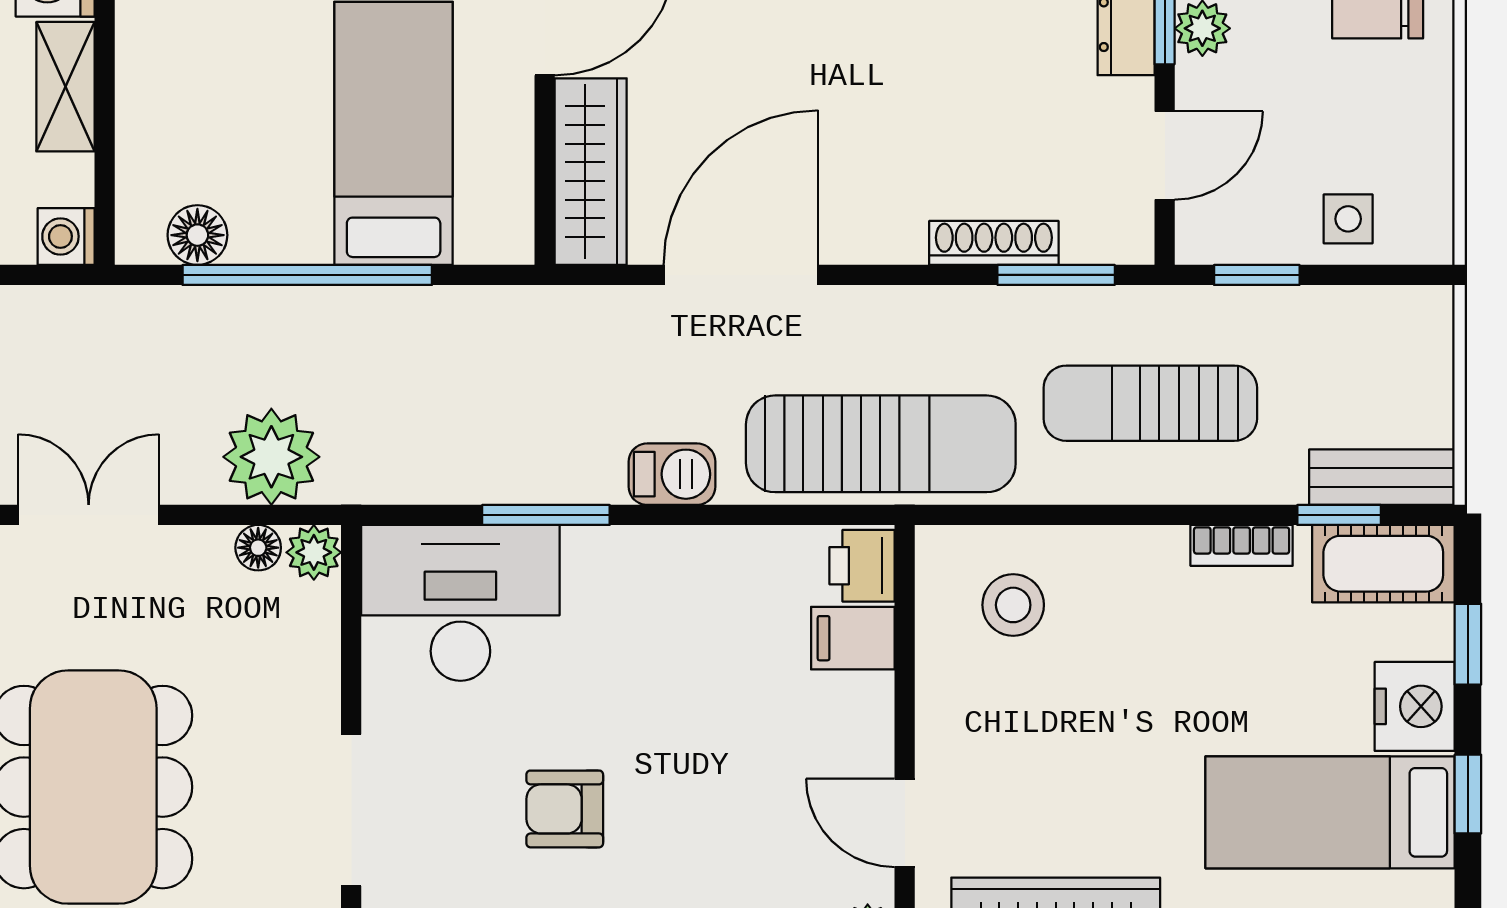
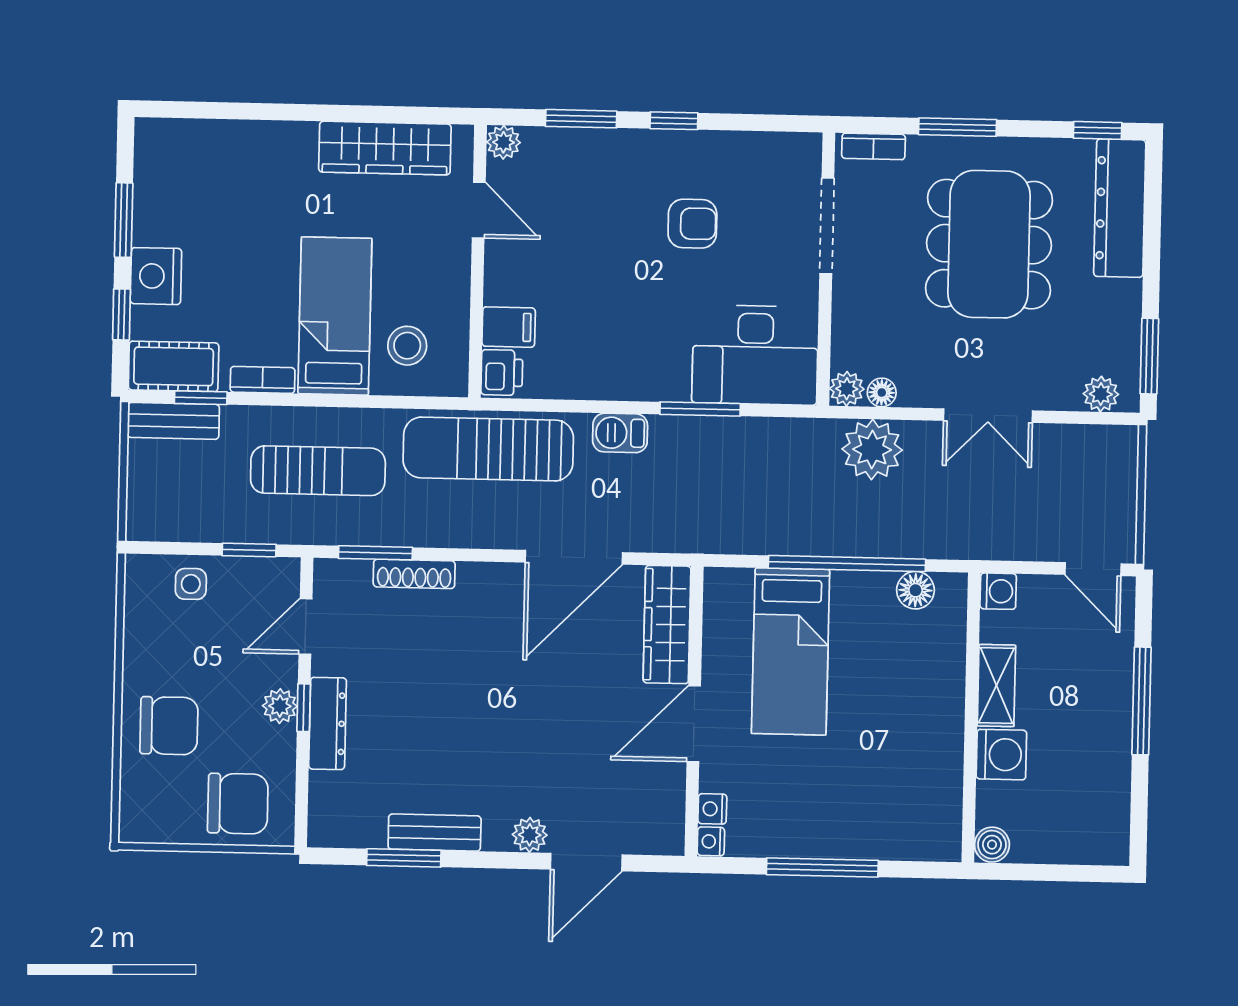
window: (1468, 794) -> (124, 220), width x1.50
bed: (1330, 812) -> (335, 316), moved, turned -90

